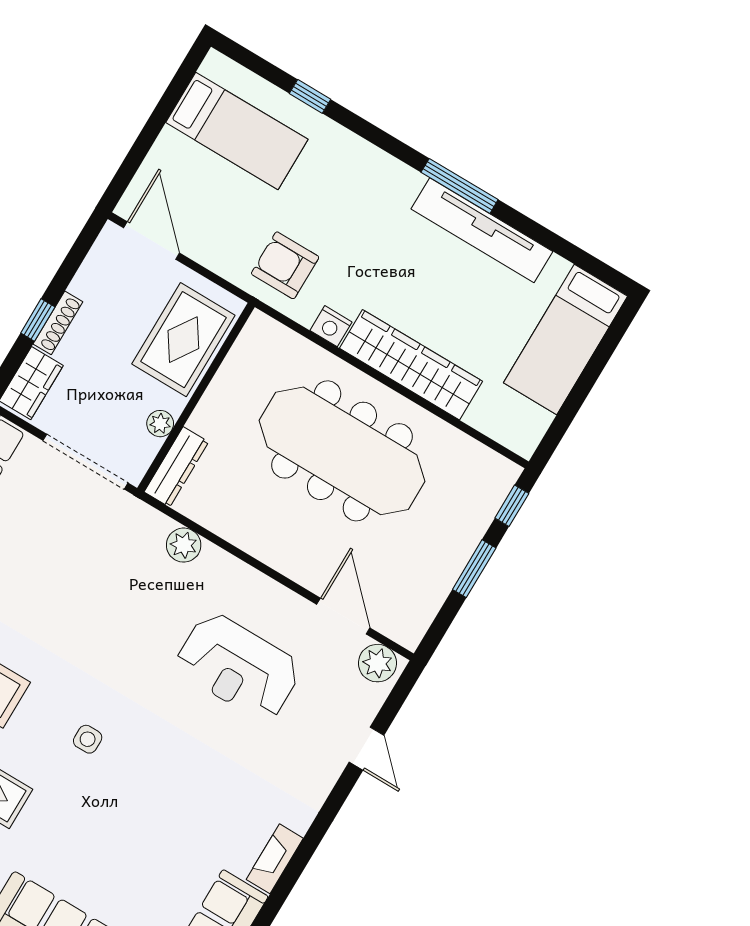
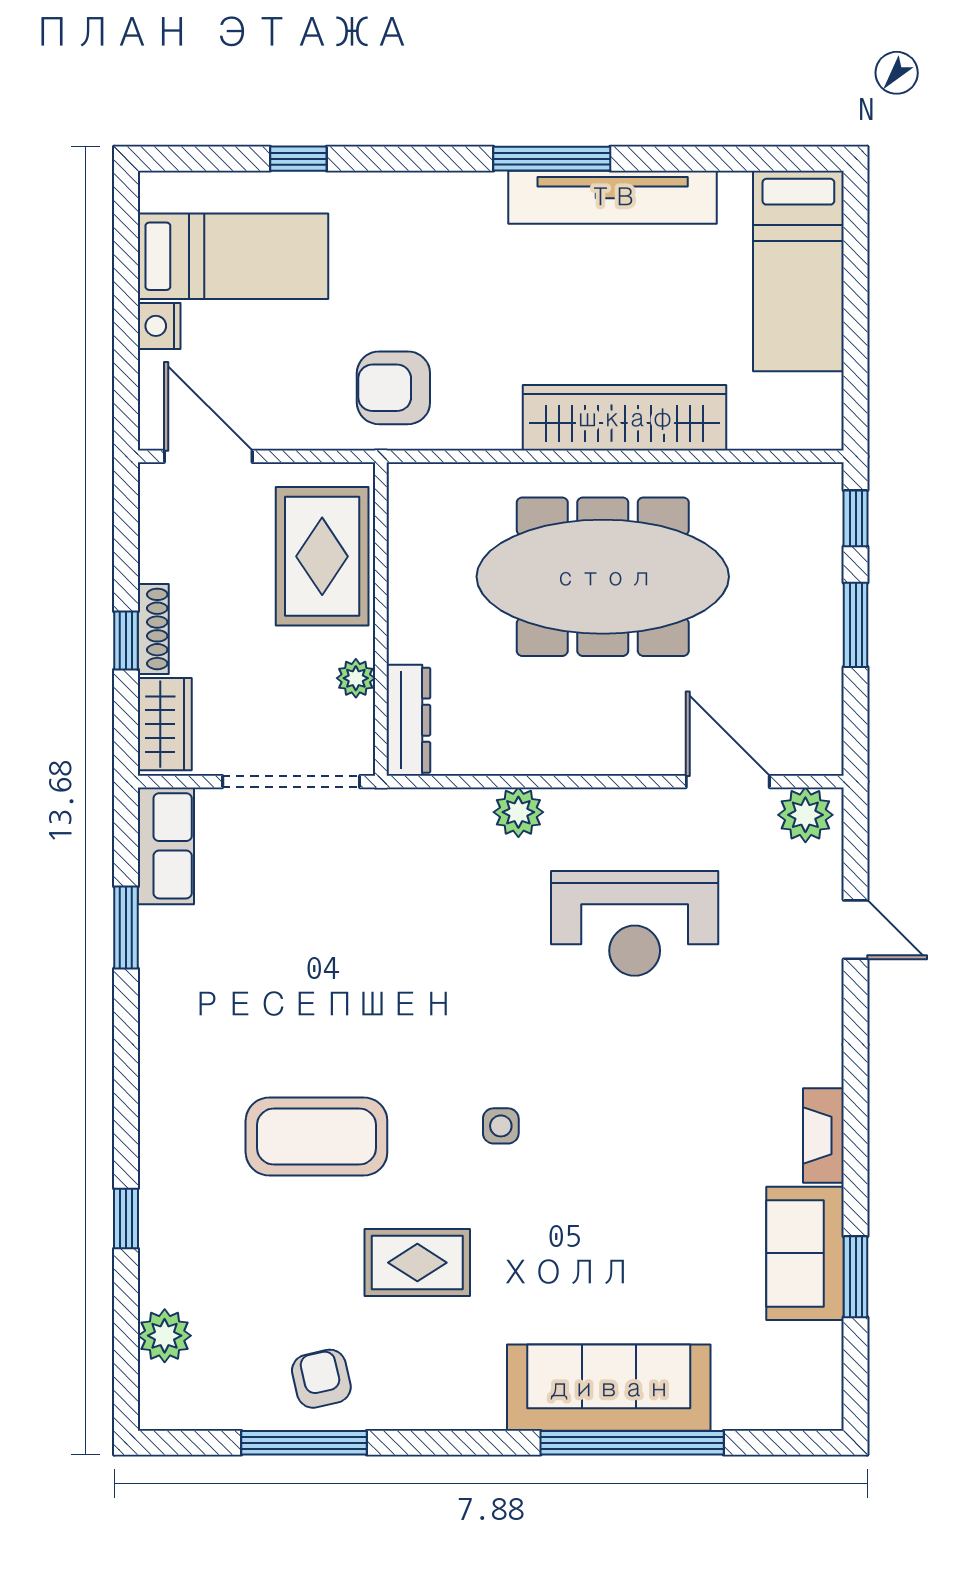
nightstand: (331, 326) -> (159, 326), moved, turned 90
plant: (184, 545) -> (518, 812), moved

